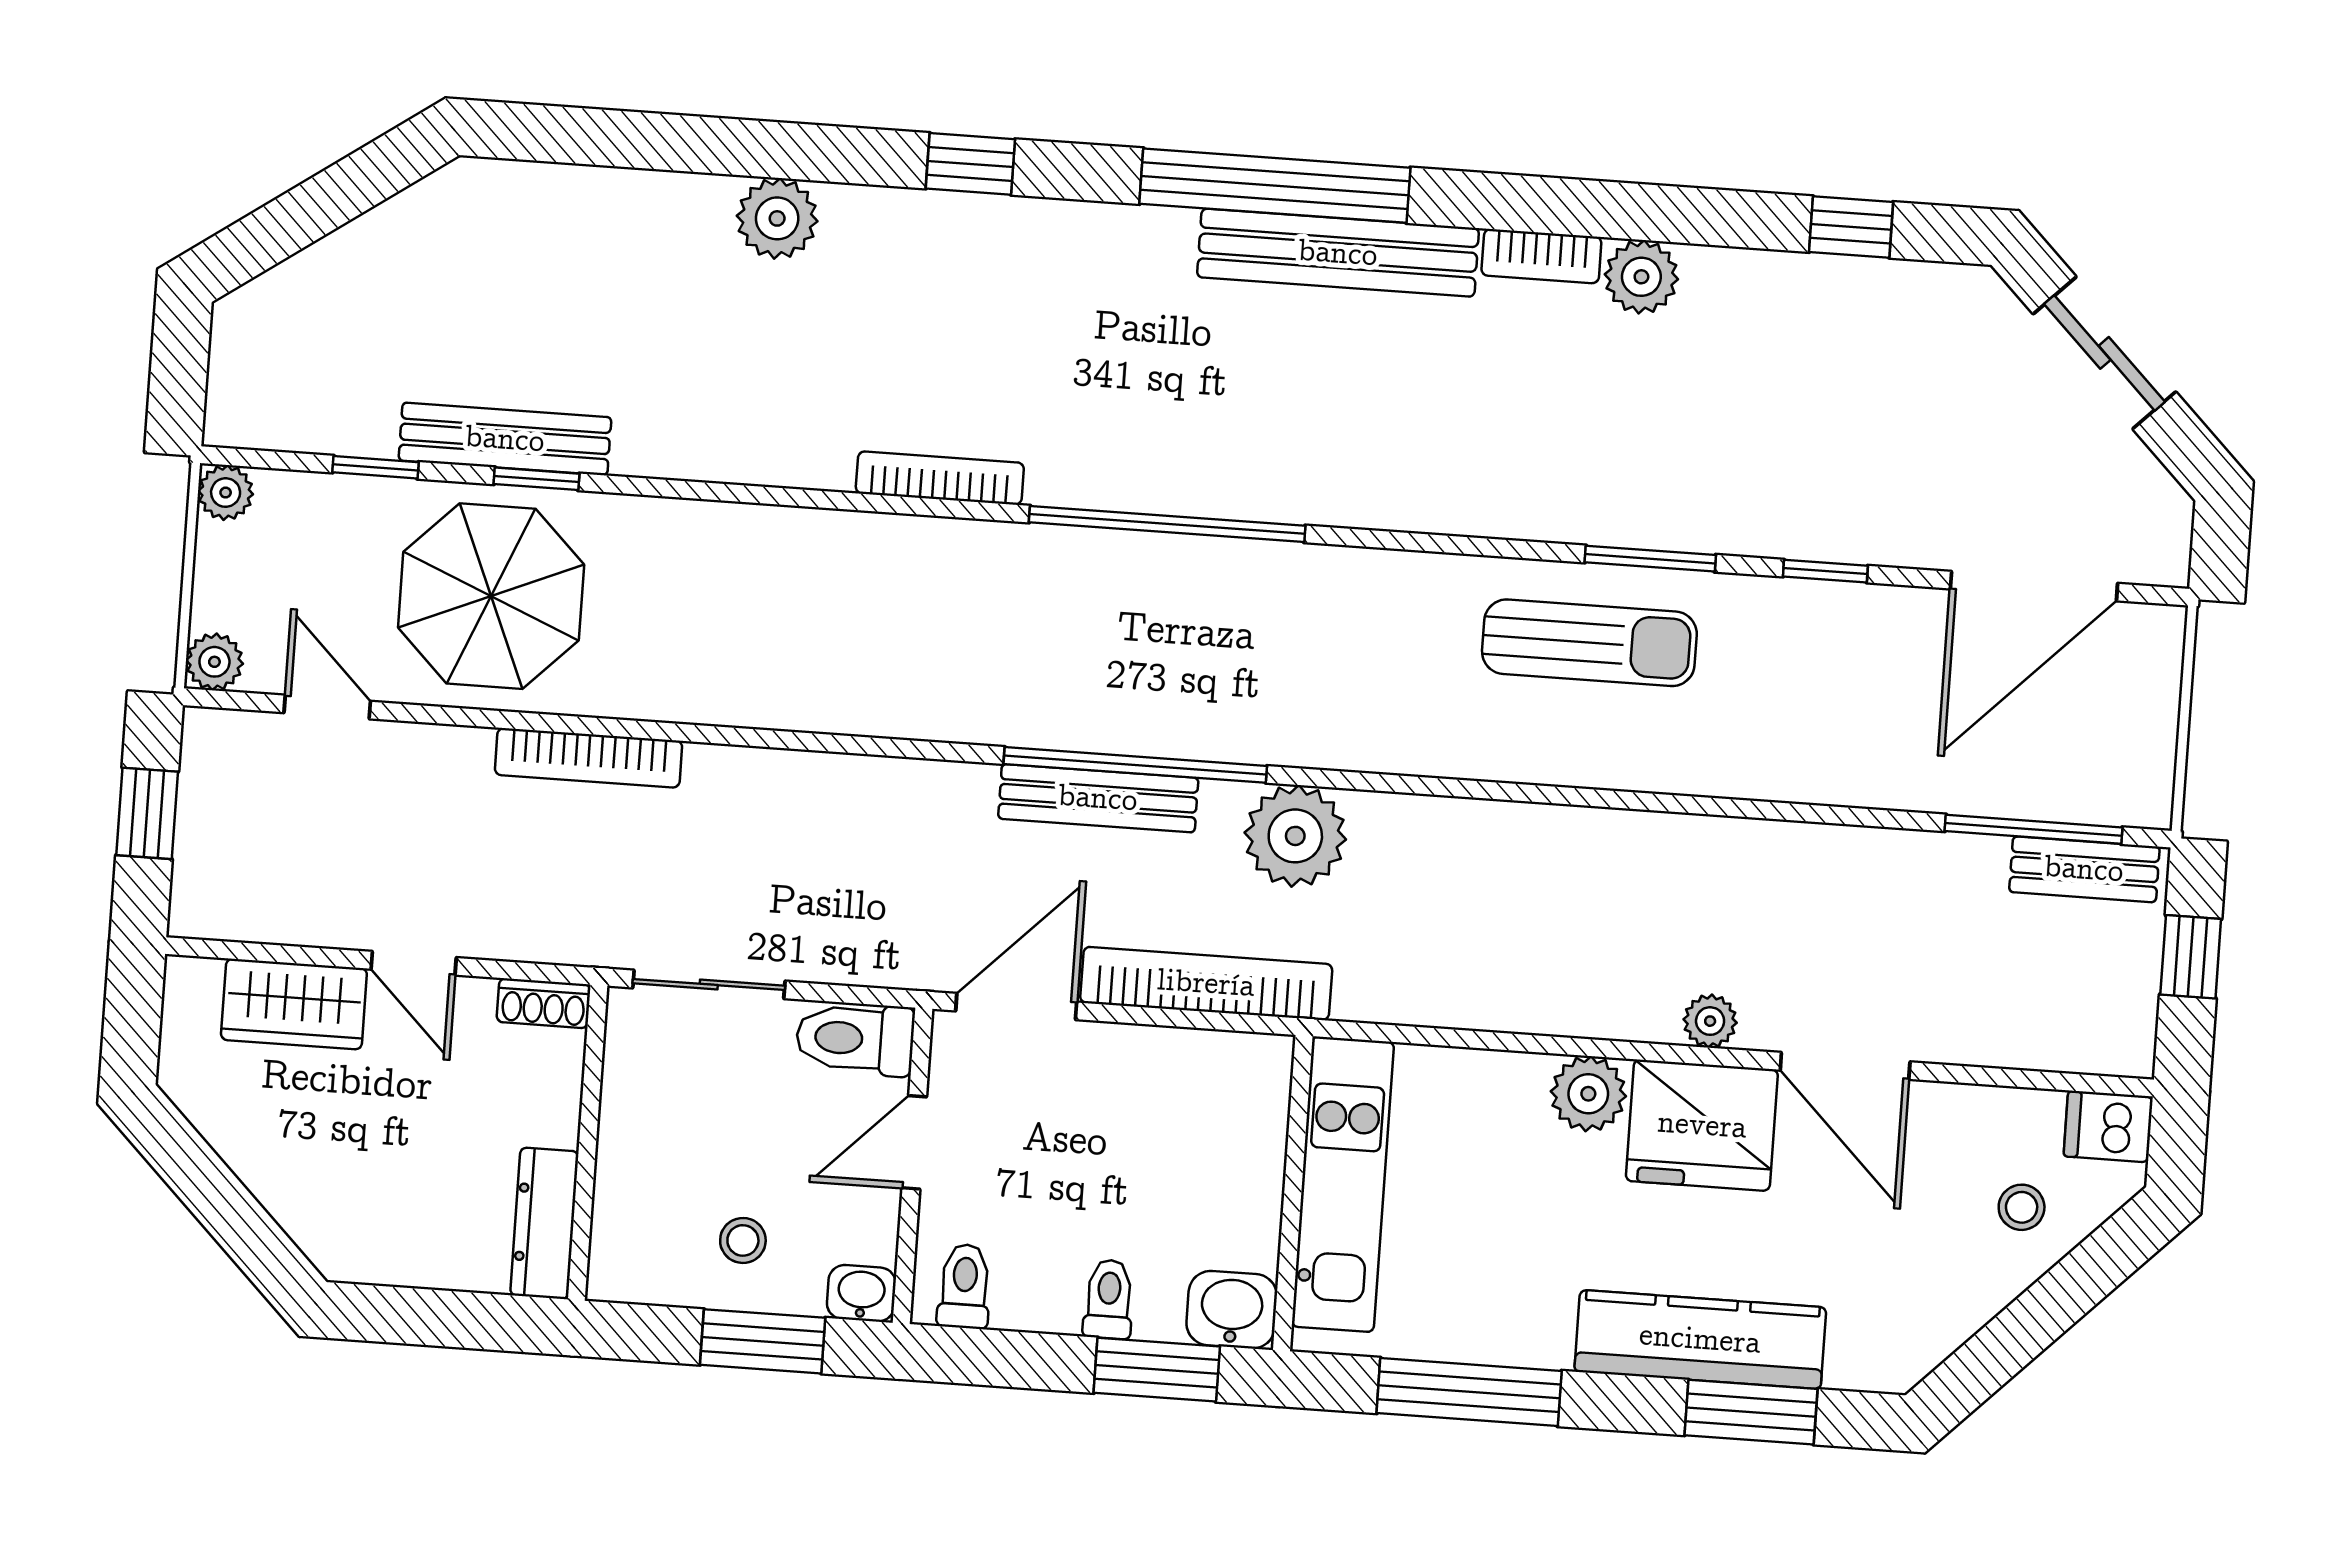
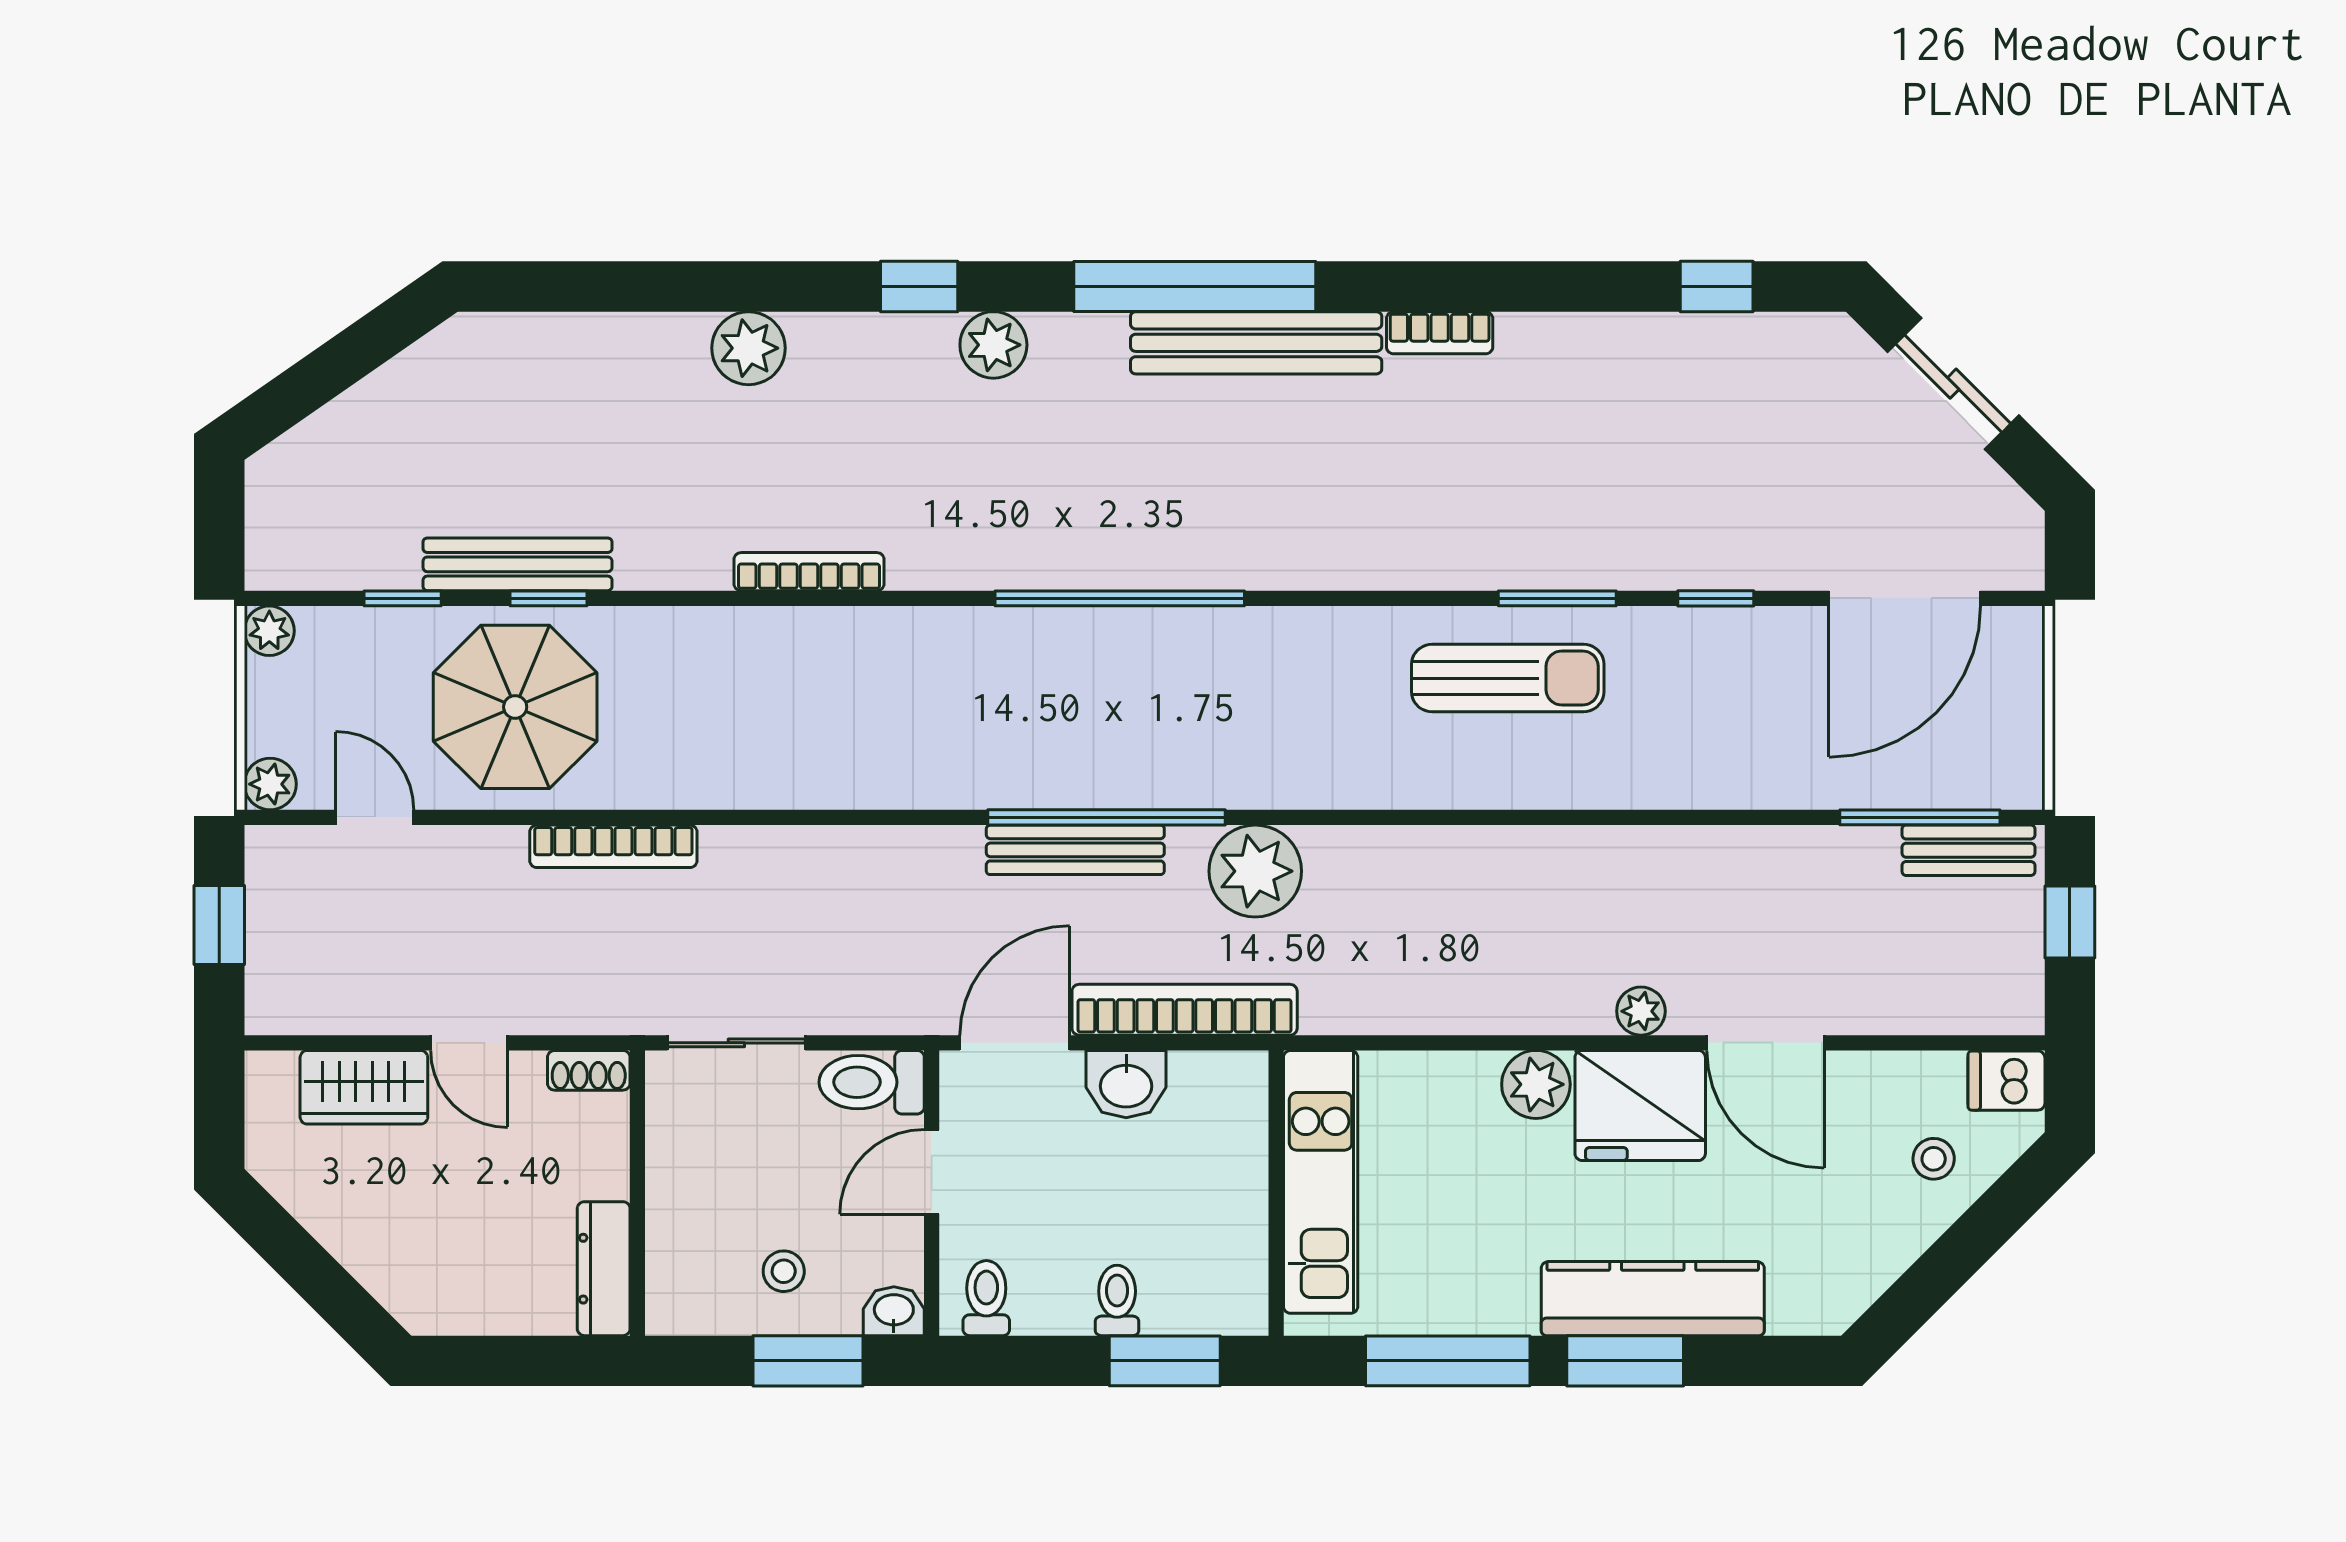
plant: (1641, 277) -> (993, 345), moved
bookcase: (940, 478) -> (809, 572), moved
washbasin: (1232, 1310) -> (1126, 1084), moved, turned 180
window: (1751, 1412) -> (1625, 1361), moved

